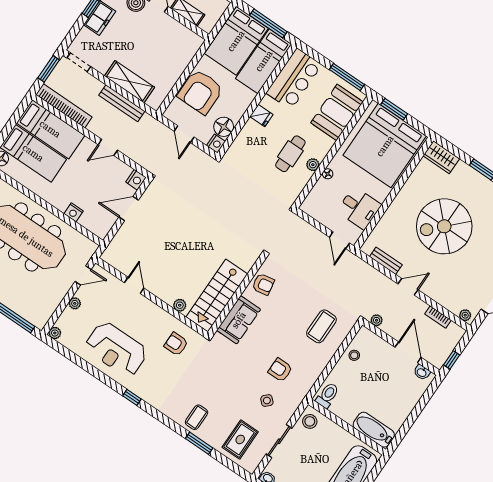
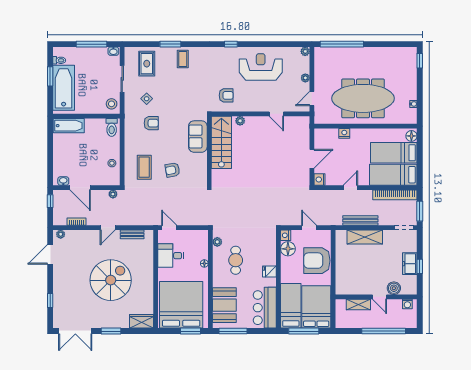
armchair: (200, 92) -> (317, 261), turned -90
plant: (313, 165) -> (217, 242), moved
armchair: (263, 284) -> (172, 170), moved

